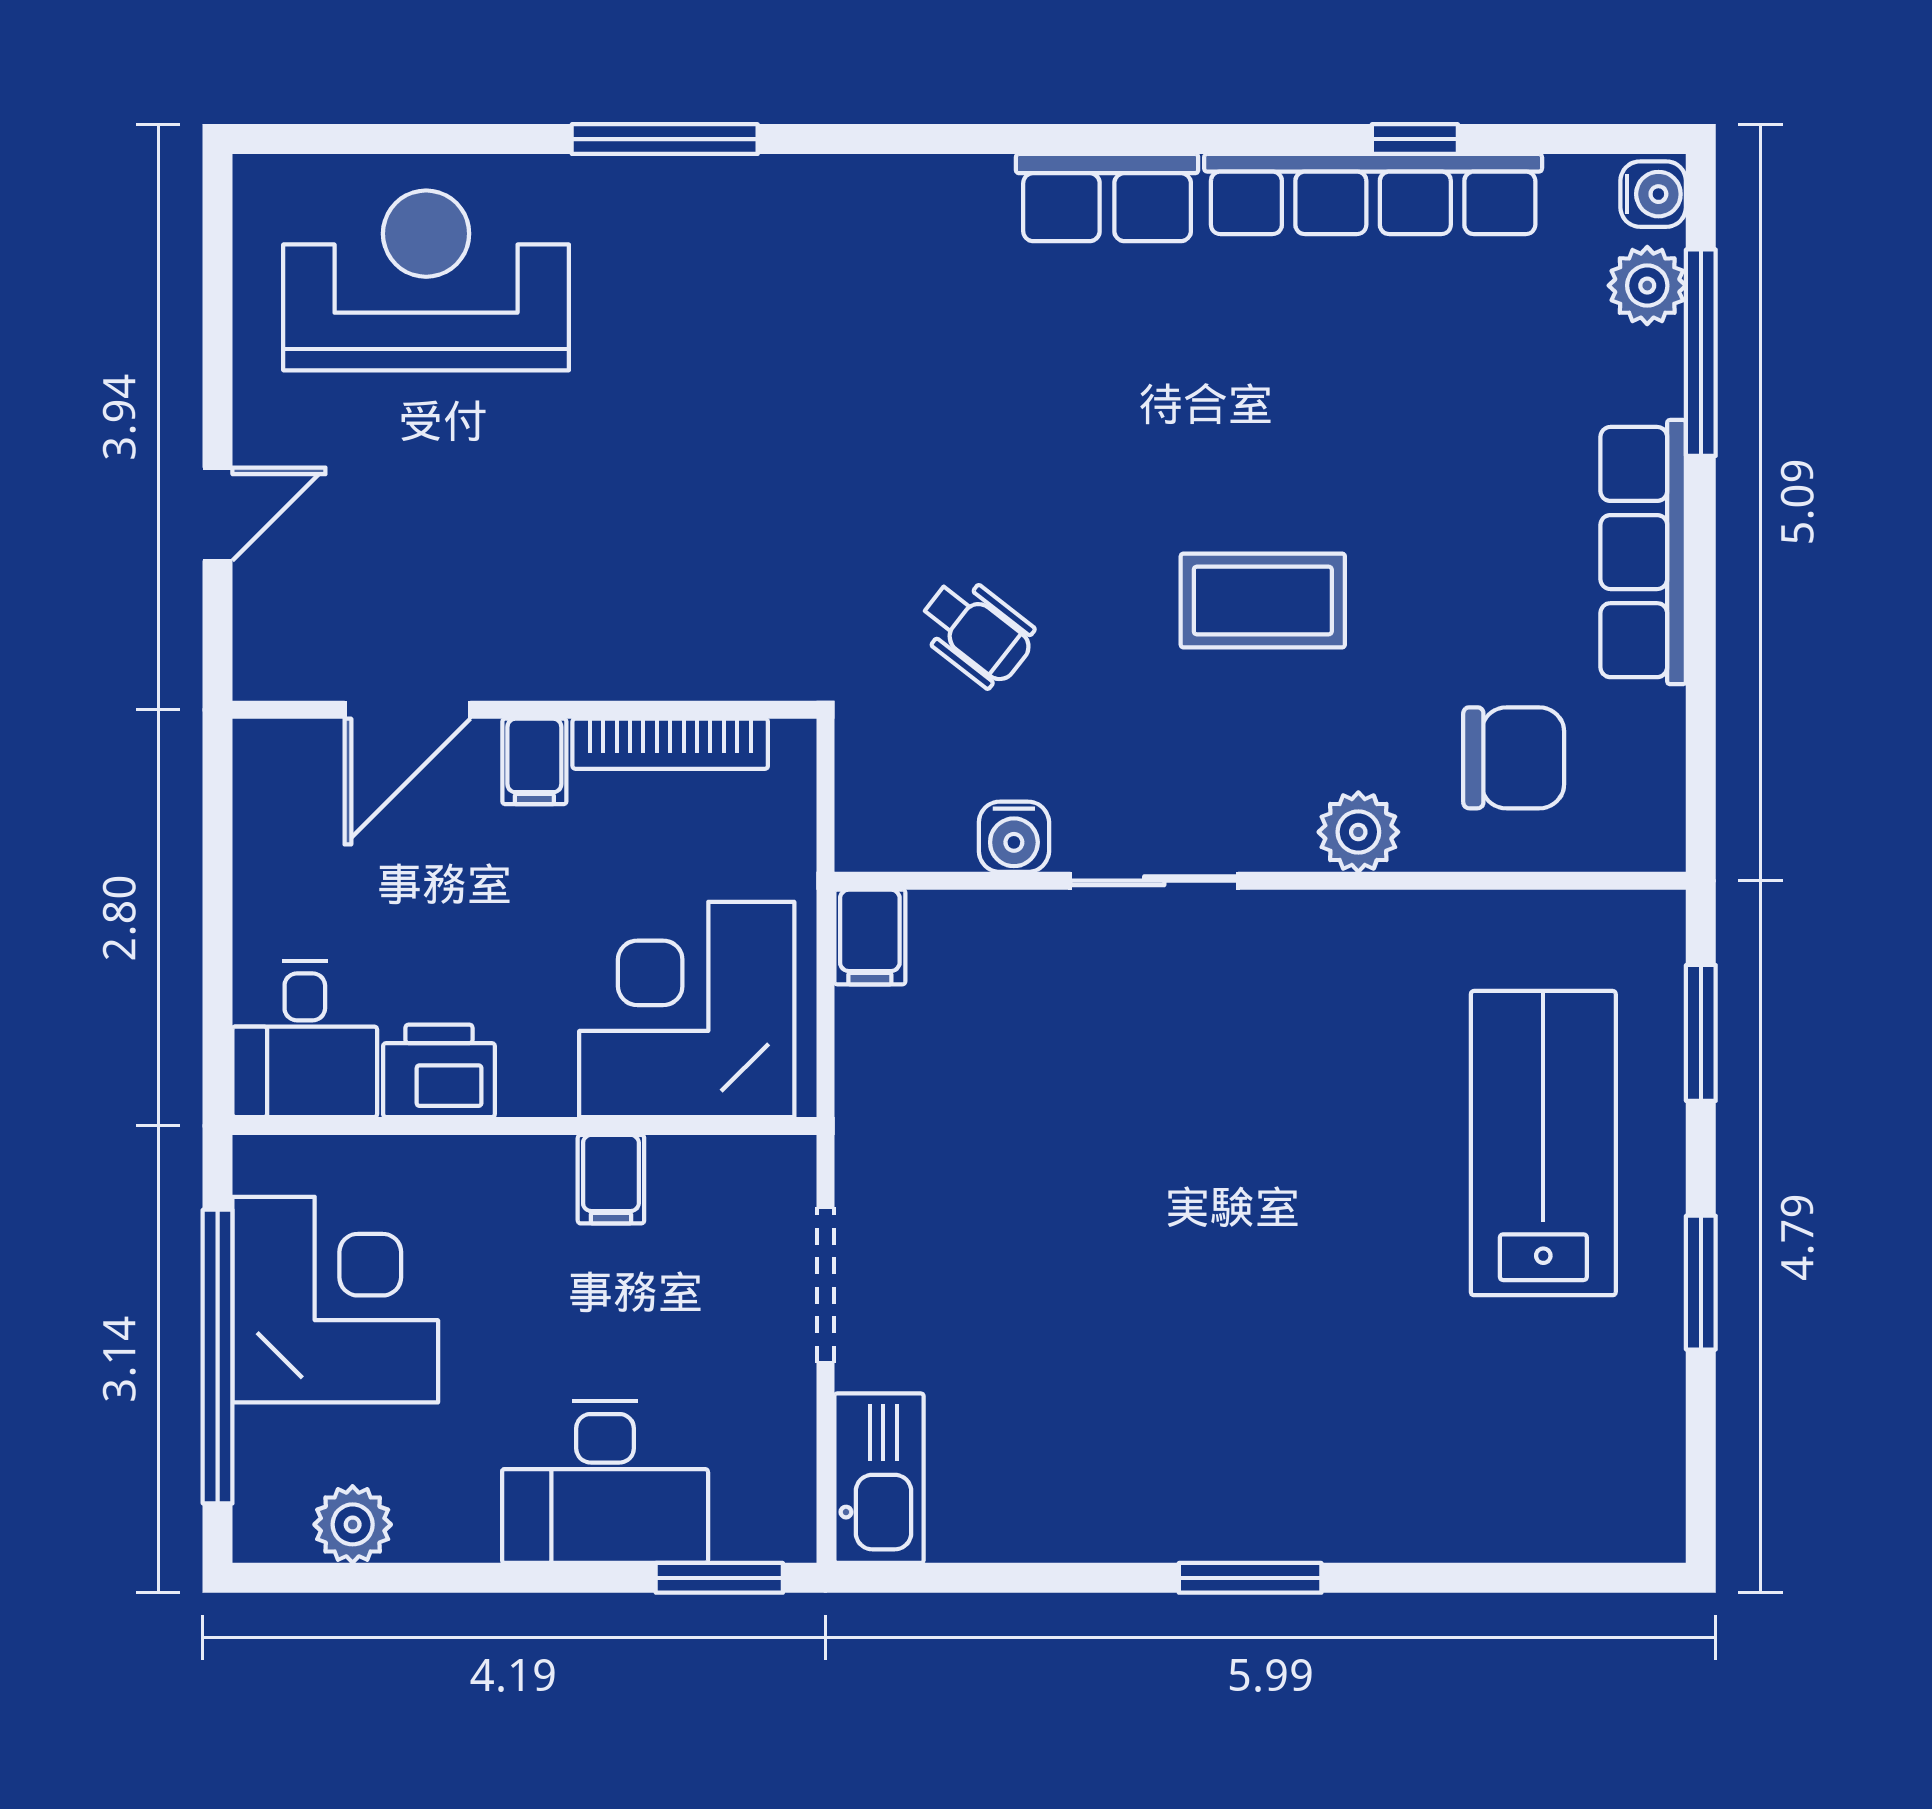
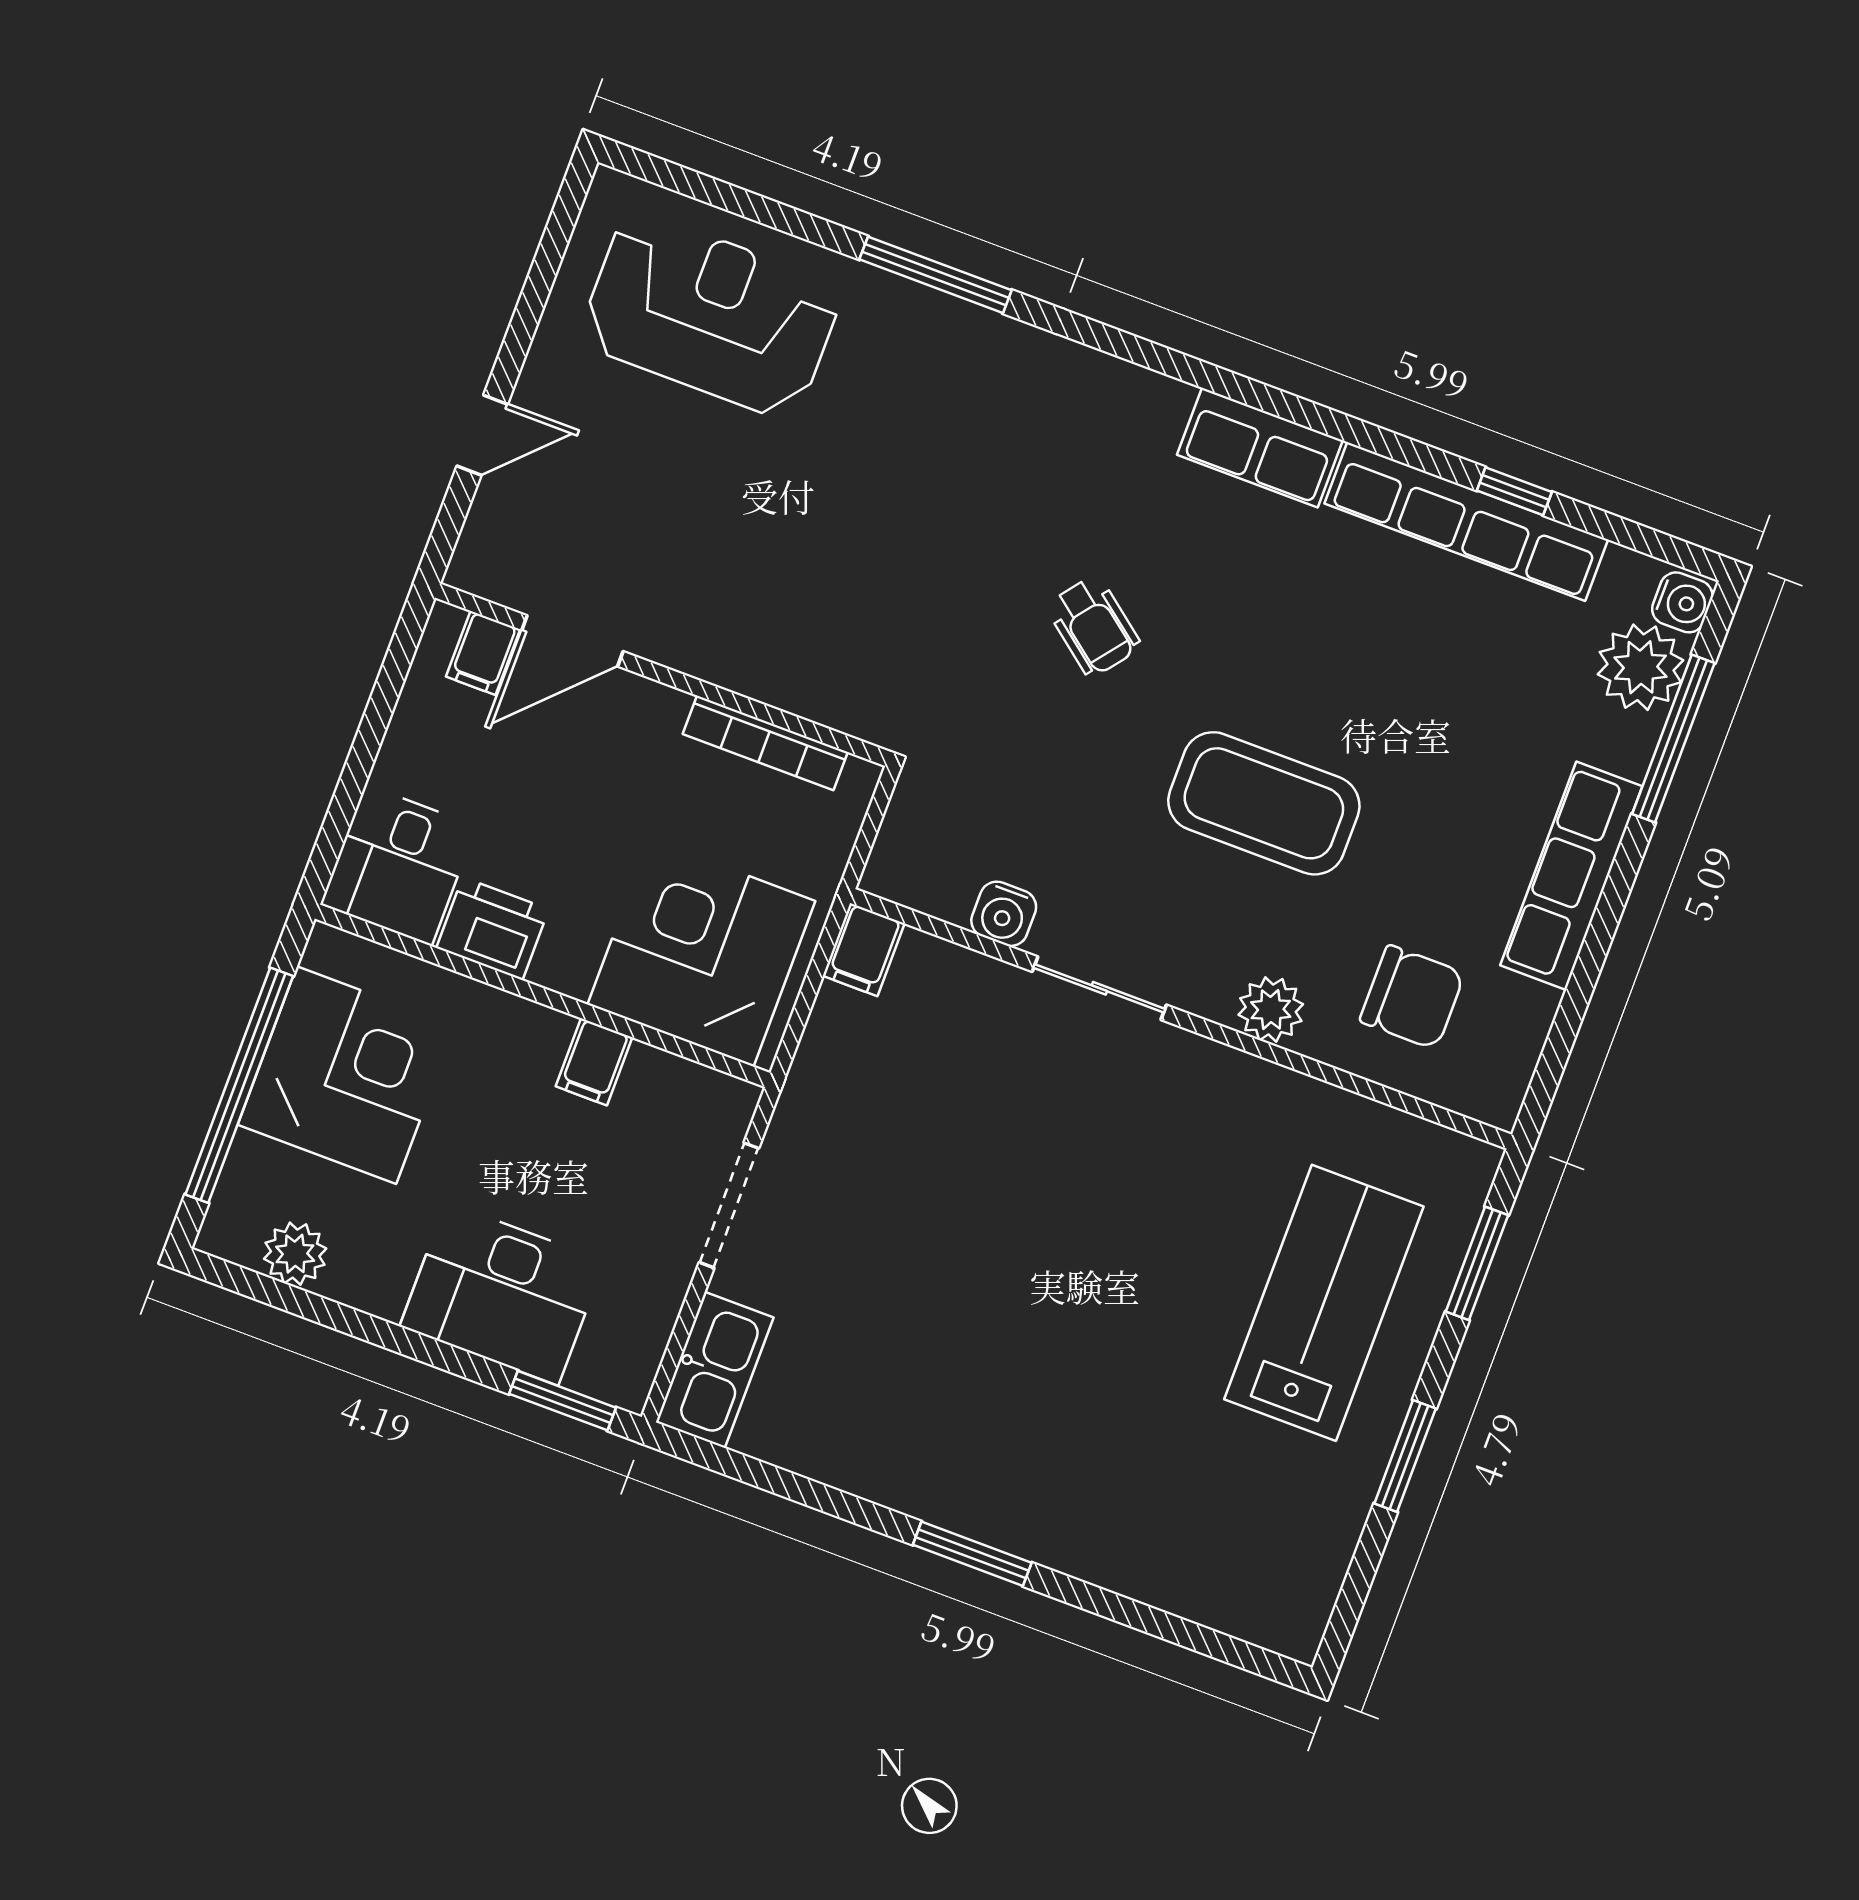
plant: (1647, 286) -> (1640, 667), width x1.36, depth x1.36
coffee table: (1263, 600) -> (1264, 803), width x1.36, depth x1.32
wheelchair: (976, 632) -> (1094, 626), moved
filing cabinet: (534, 761) -> (483, 653), moved

